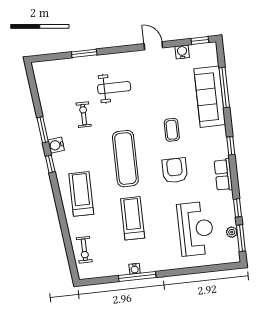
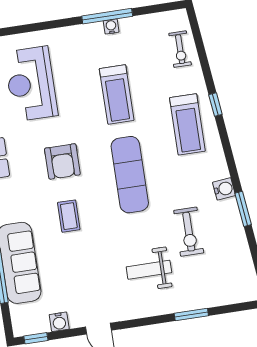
exercise bike: (84, 115) -> (189, 232), width x1.38, depth x1.39
window: (50, 164) -> (215, 104), moved
exercise bike: (84, 250) -> (180, 49), turned 180

